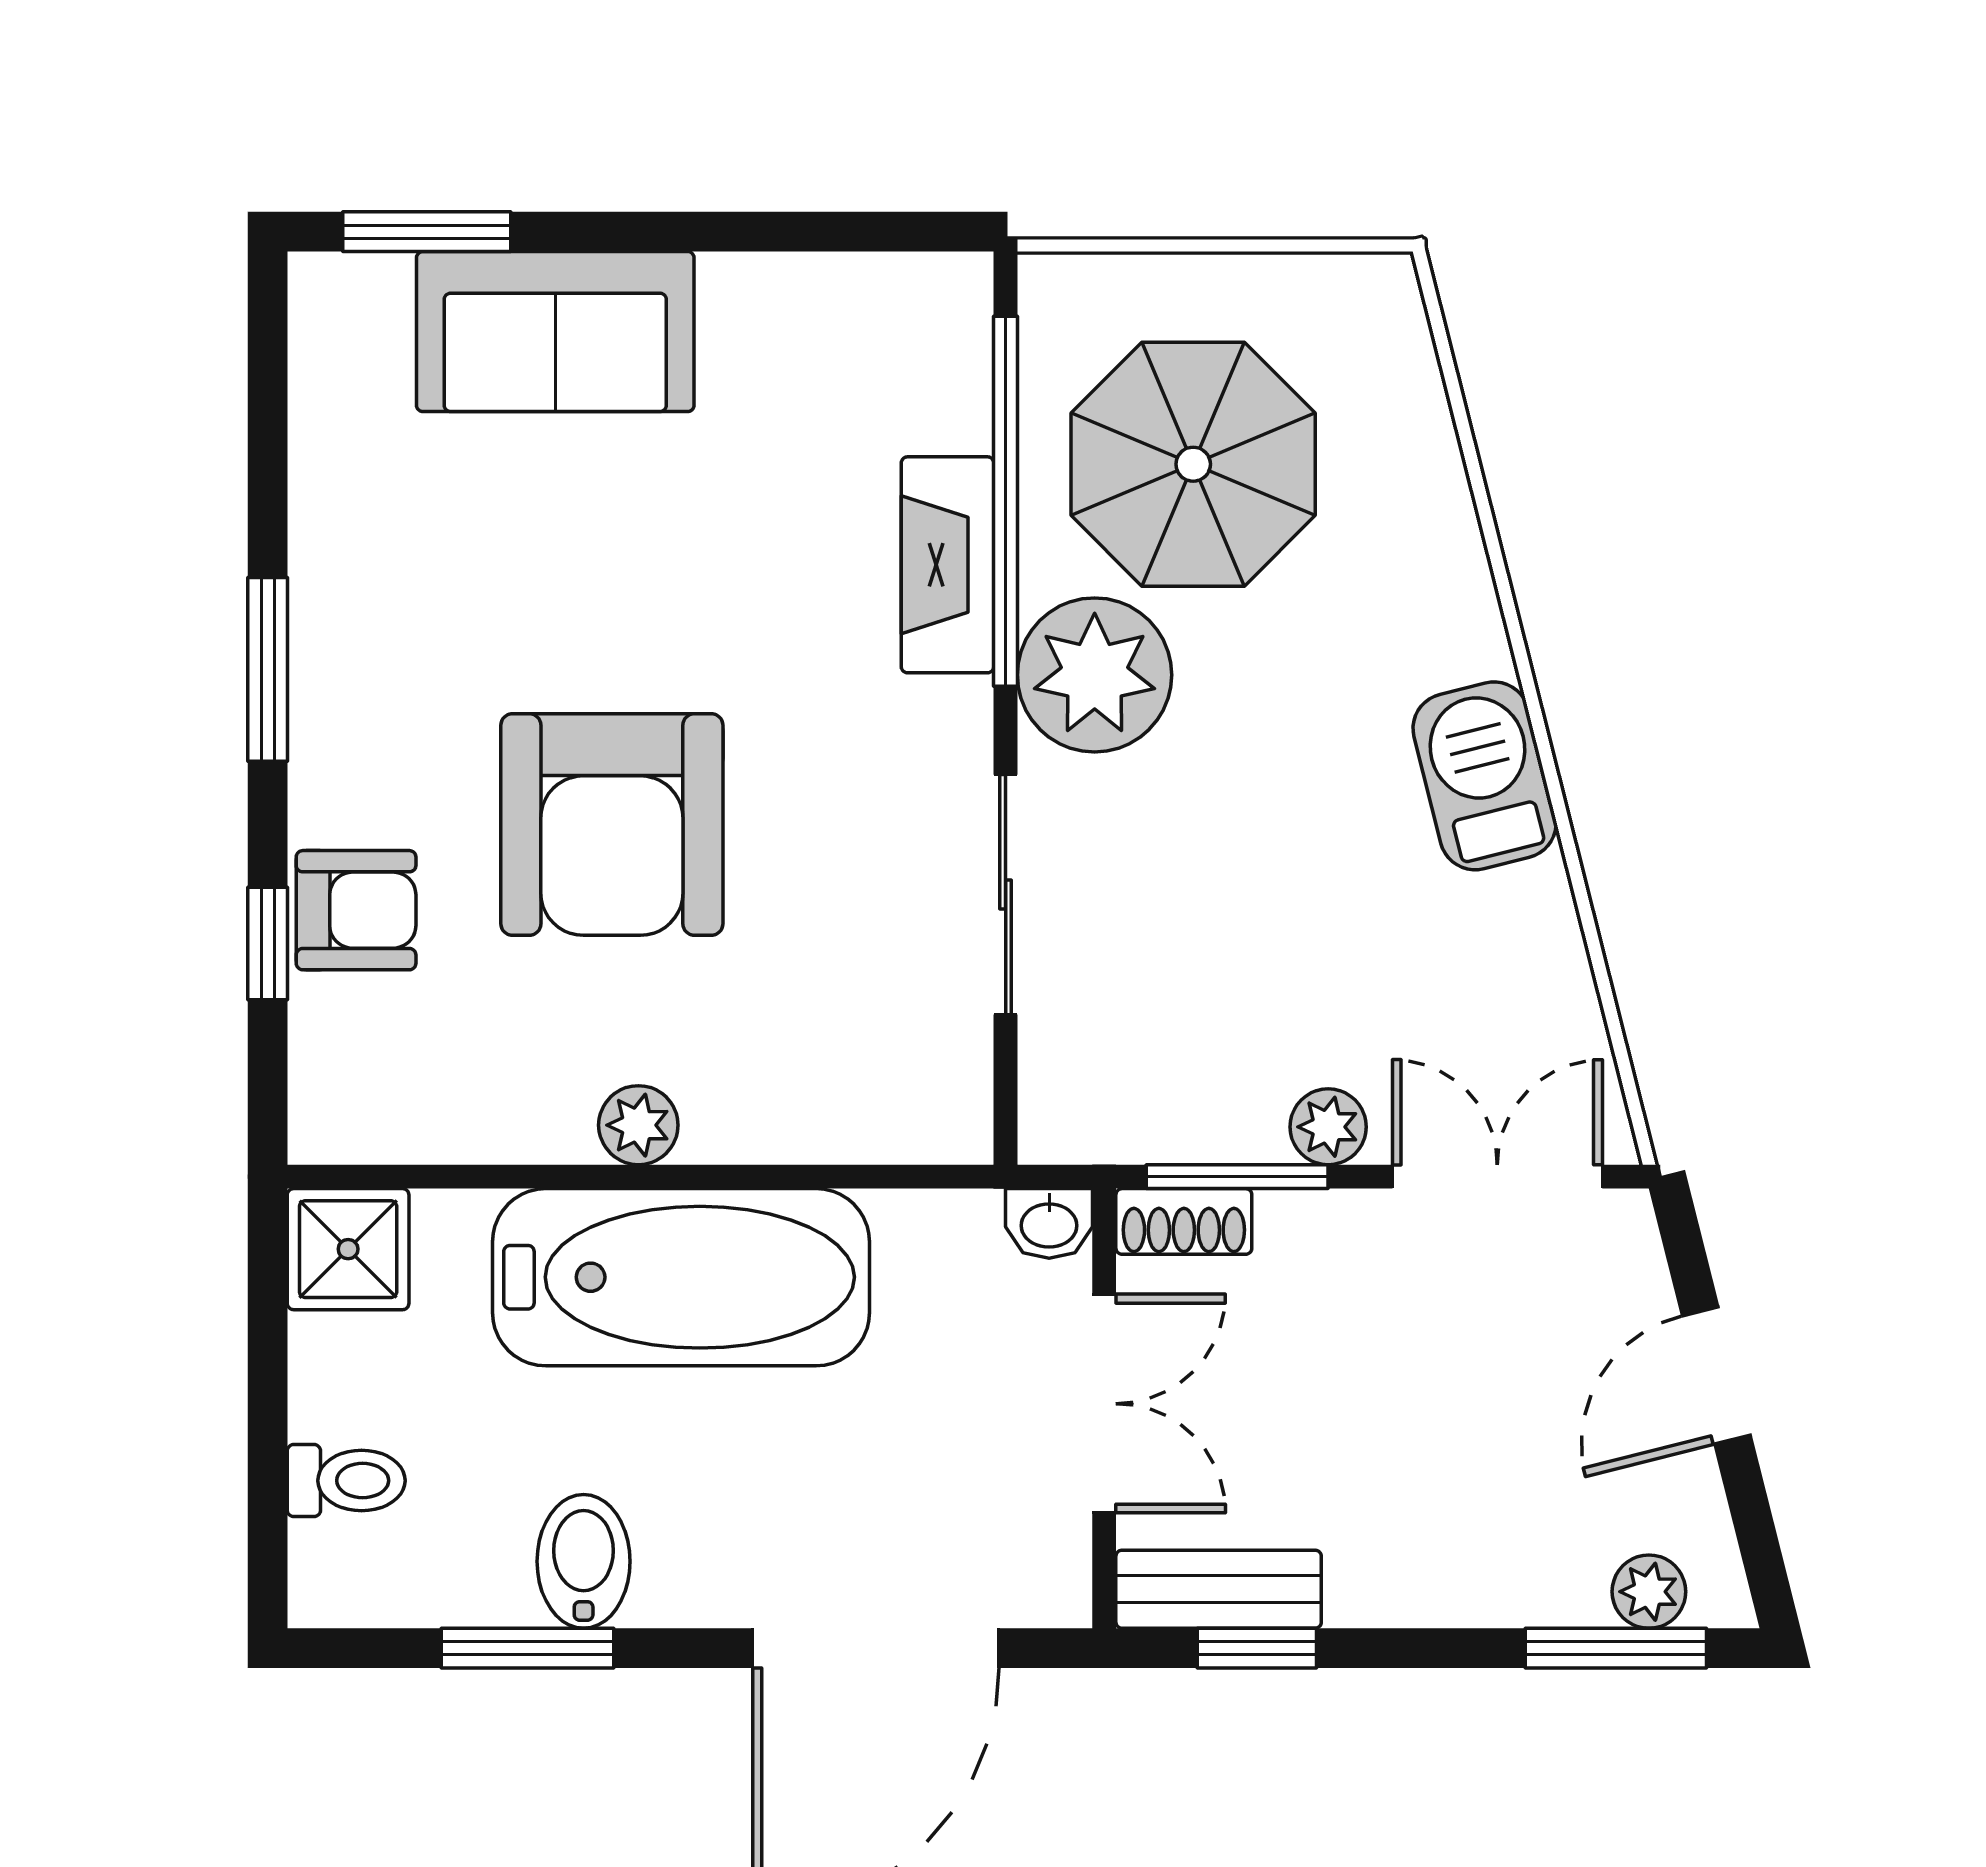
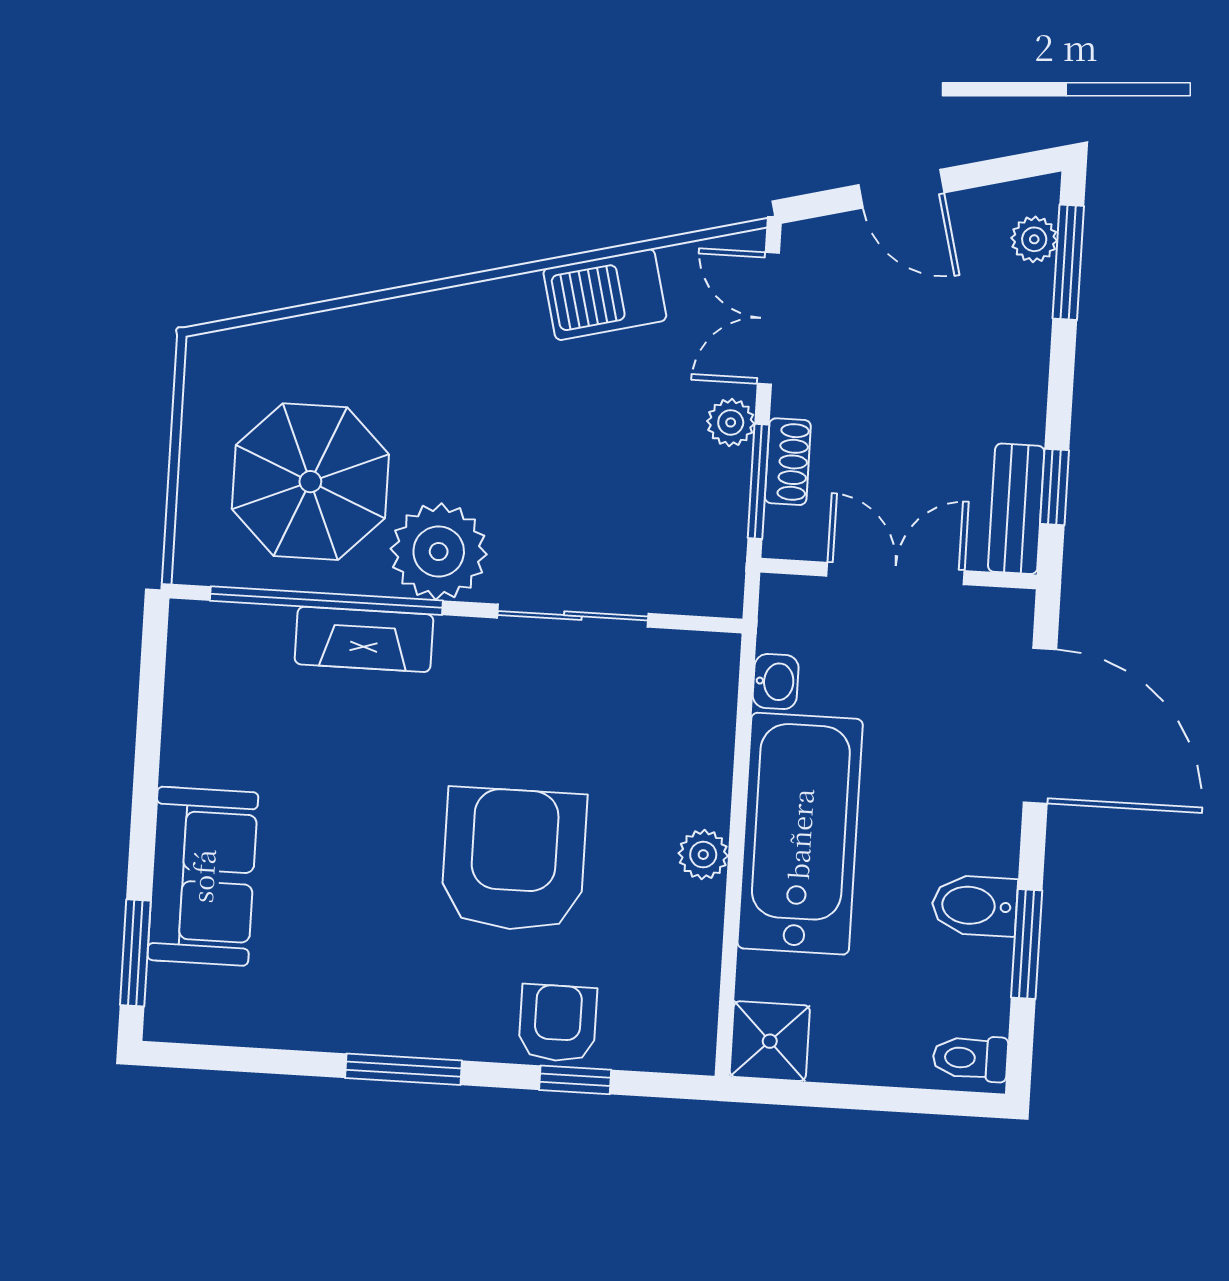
barbecue: (1485, 776) -> (605, 295), moved
armchair: (612, 824) -> (514, 860), turned -90
shoe rack: (1184, 1221) -> (788, 462), moved
washbasin: (1049, 1223) -> (776, 682), moved
toilet: (346, 1481) -> (970, 1058), moved, turned -90

